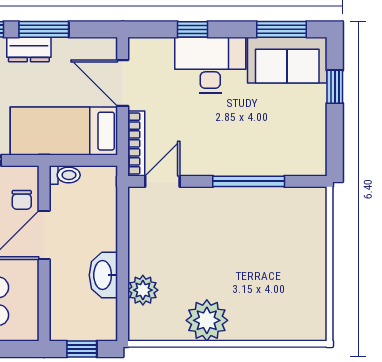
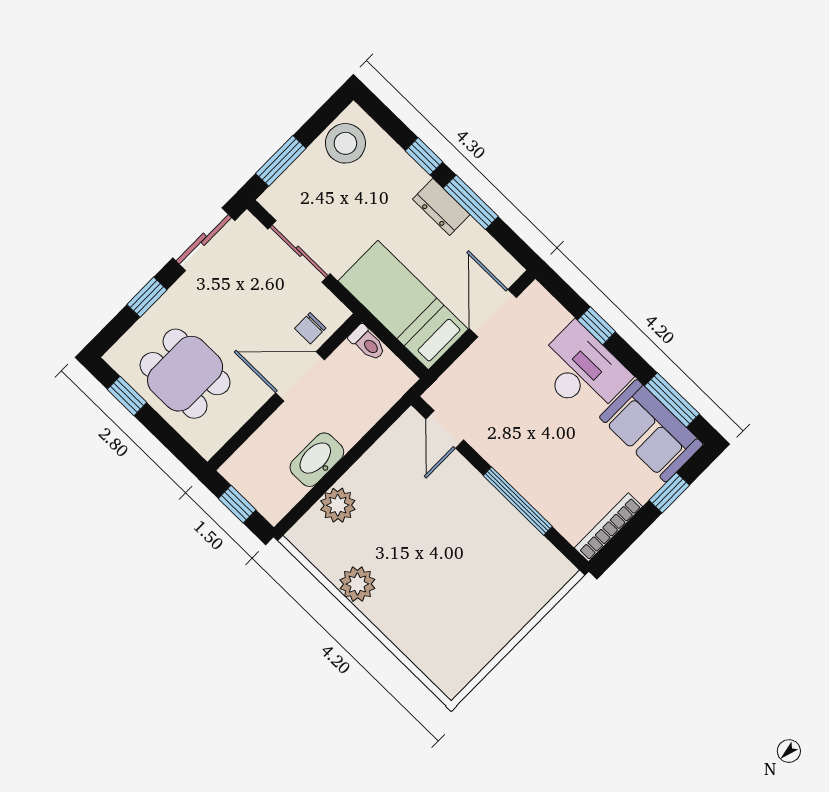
bookcase: (136, 143) -> (608, 527), moved, turned 180
door: (162, 181) -> (445, 429), swing flipped
plant: (207, 320) -> (357, 584), width x0.73, depth x0.73

